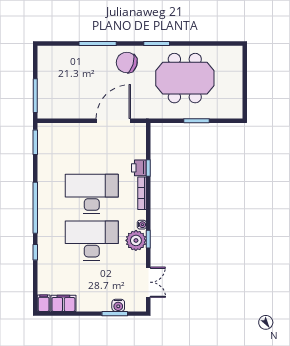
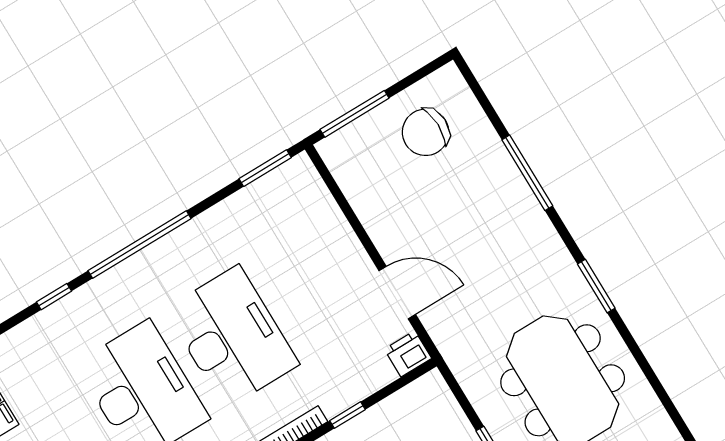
chair: (127, 63) -> (426, 132), moved, turned -109
door: (113, 121) -> (397, 293), width x0.73
printer: (139, 168) -> (408, 354), moved

